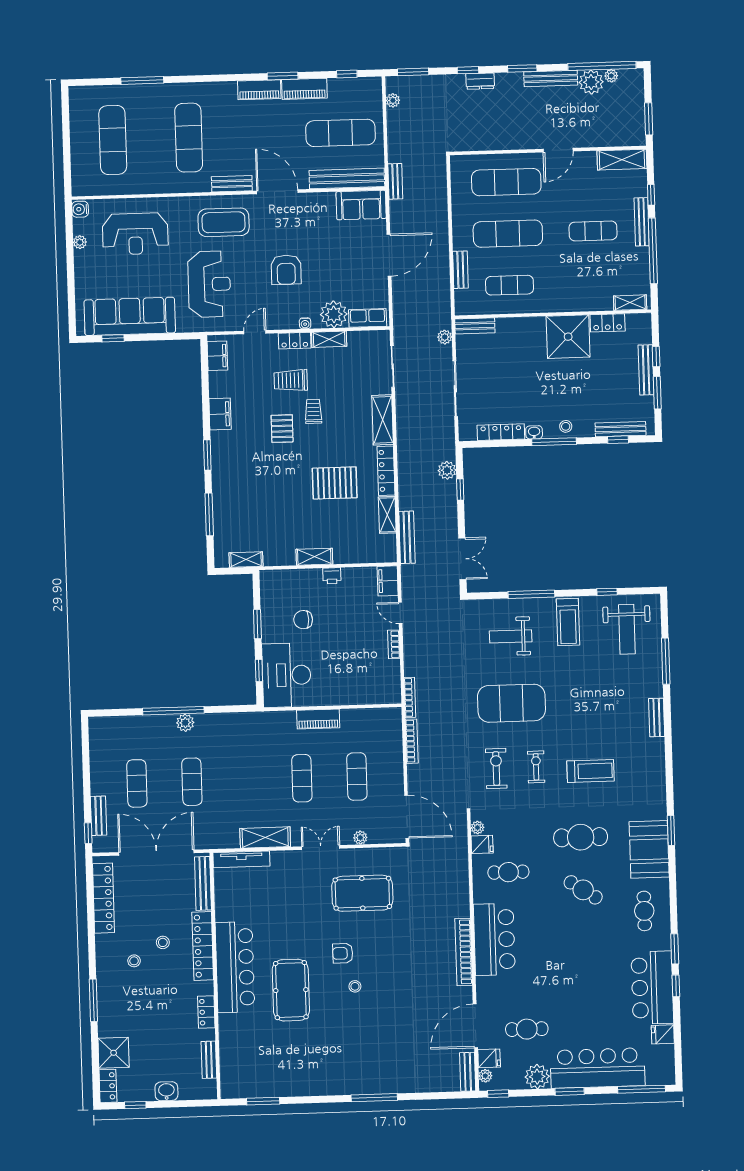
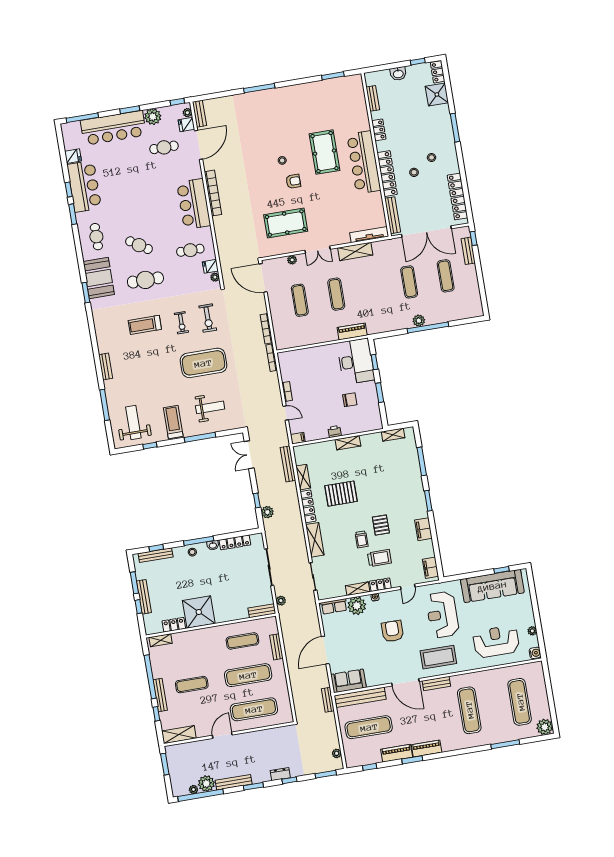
plant: (81, 98) -> (545, 727), added
filing cabinet: (388, 581) -> (298, 438), width x0.50
piano: (318, 719) -> (352, 331), moved

